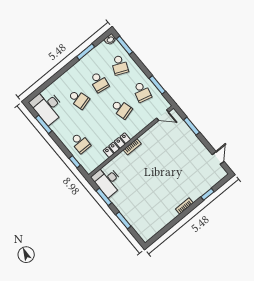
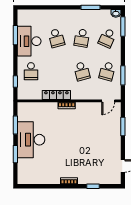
desk: (48, 106) -> (29, 41), moved
door: (163, 115) -> (108, 101), hinge flipped
desk: (107, 181) -> (31, 140), moved, width x1.36, depth x1.30

